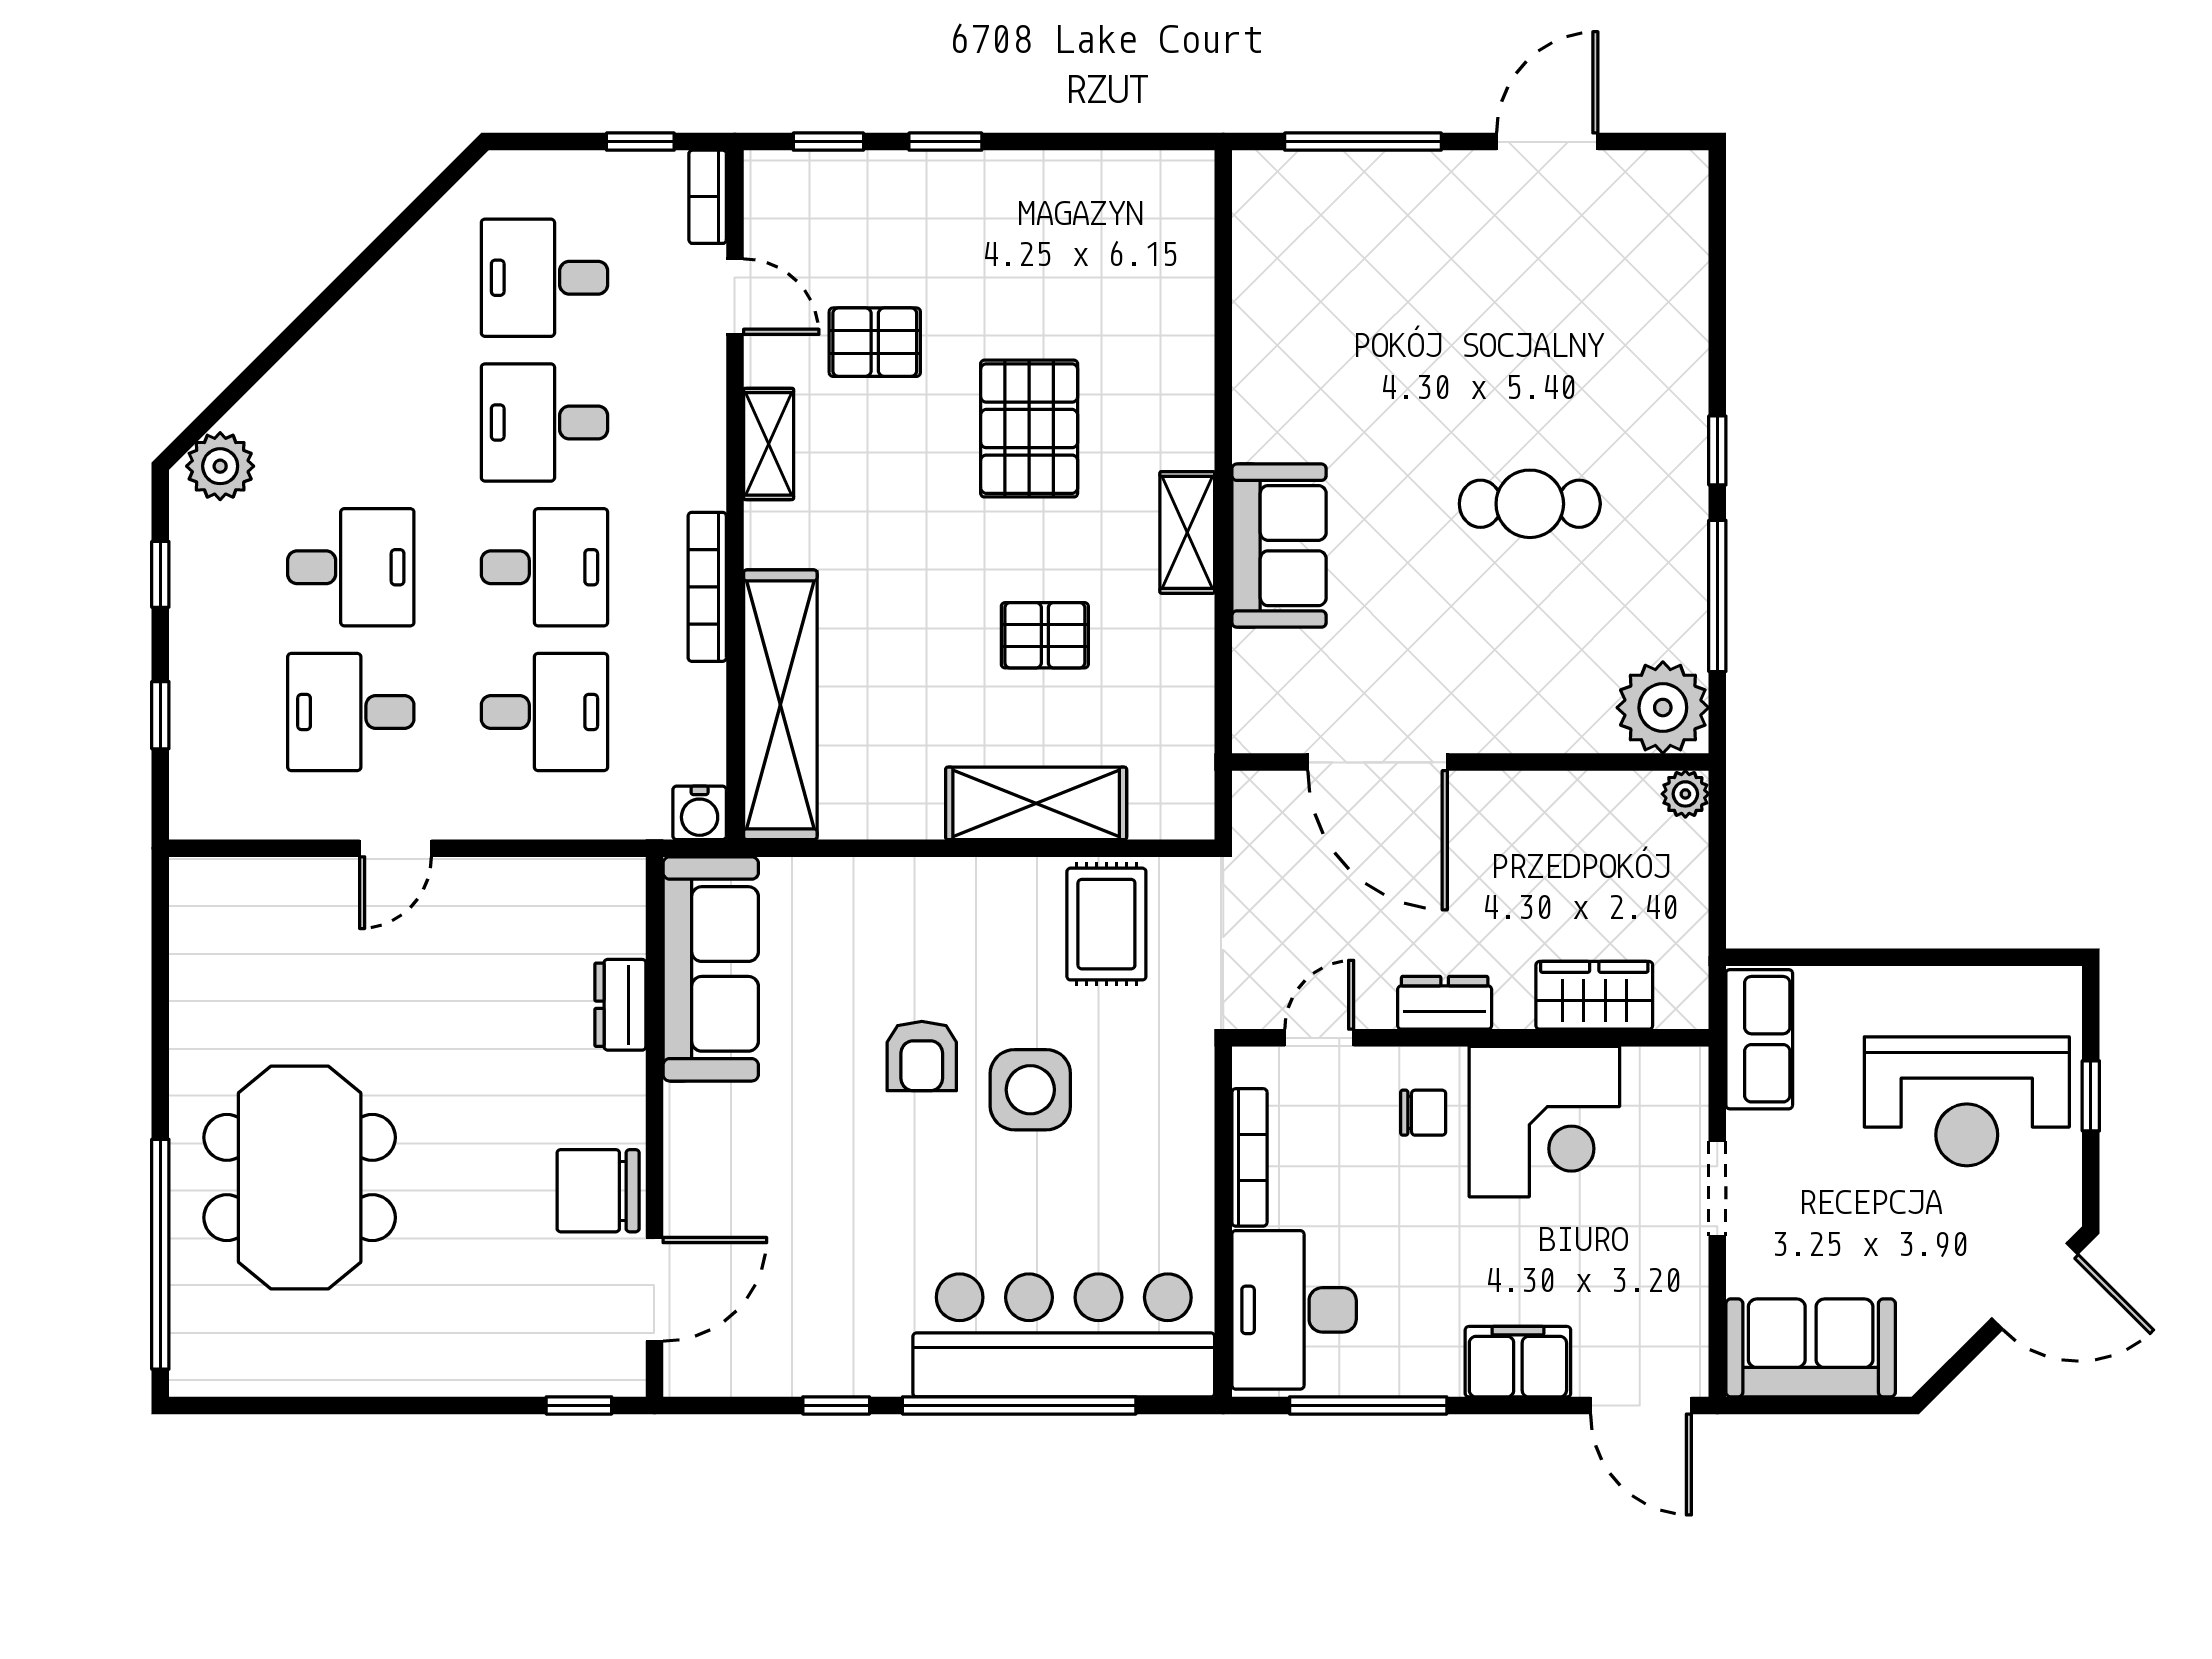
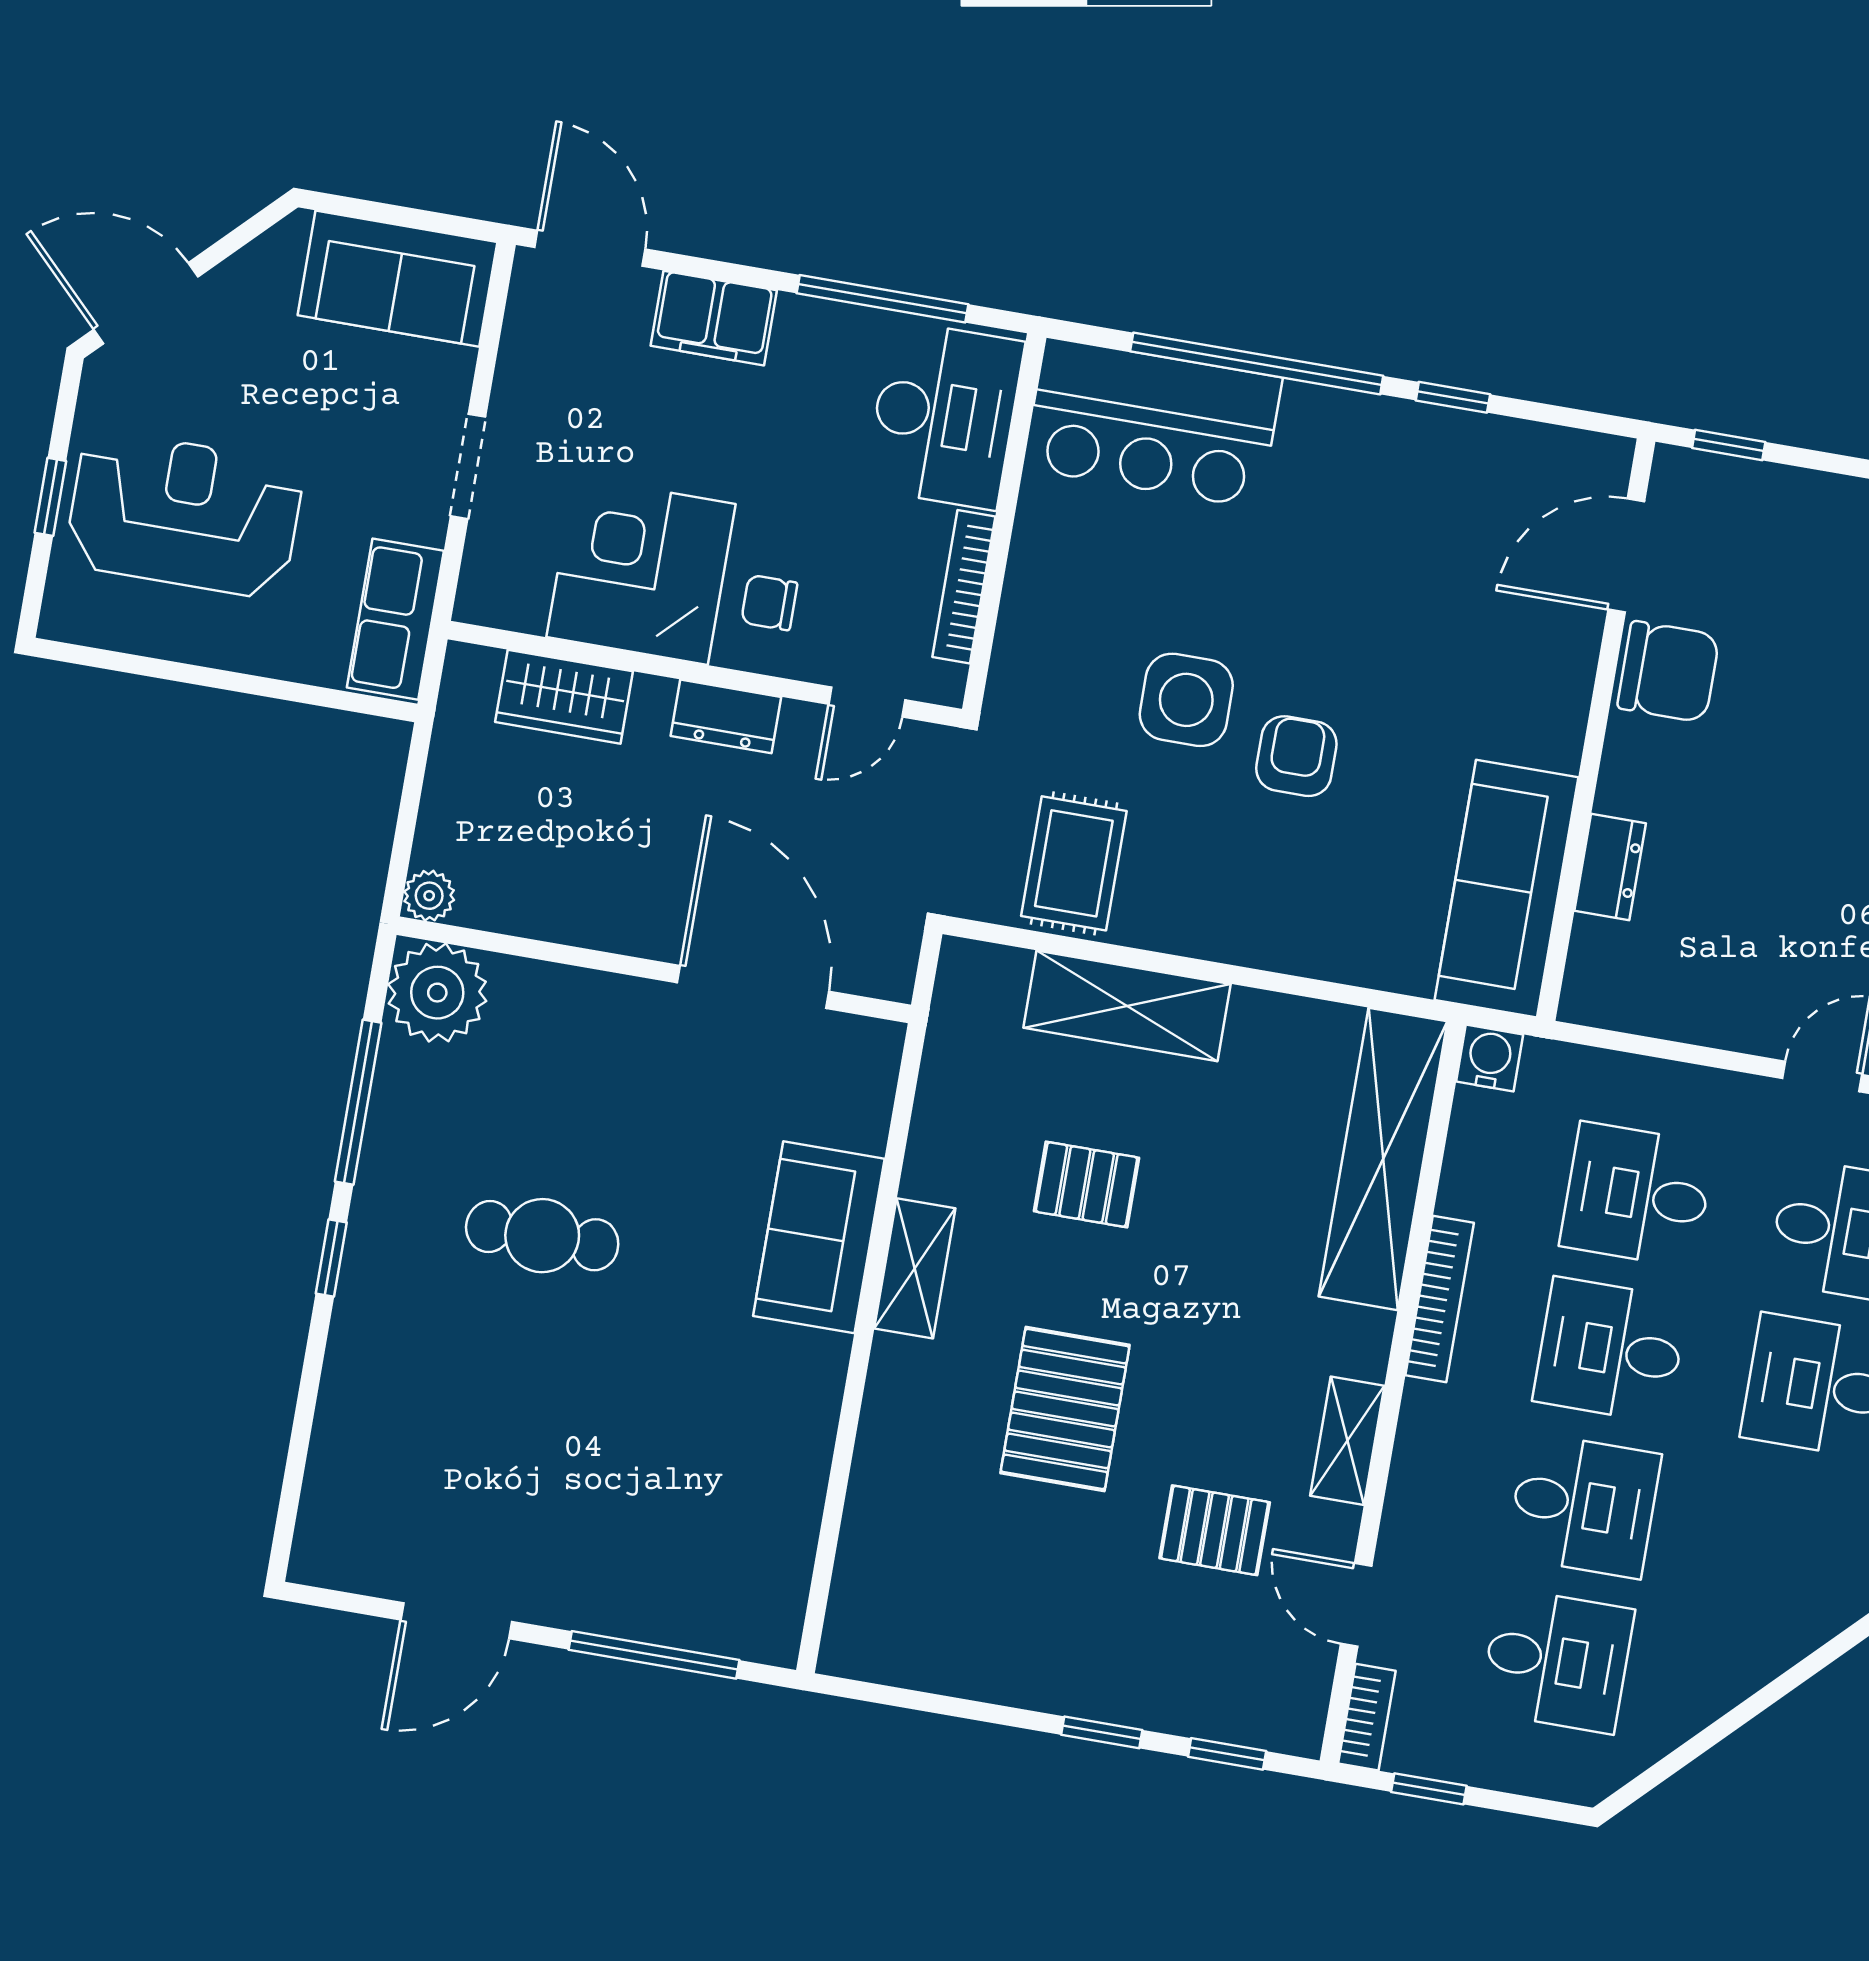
bar counter: (1064, 1335) -> (1153, 423), width x0.73

